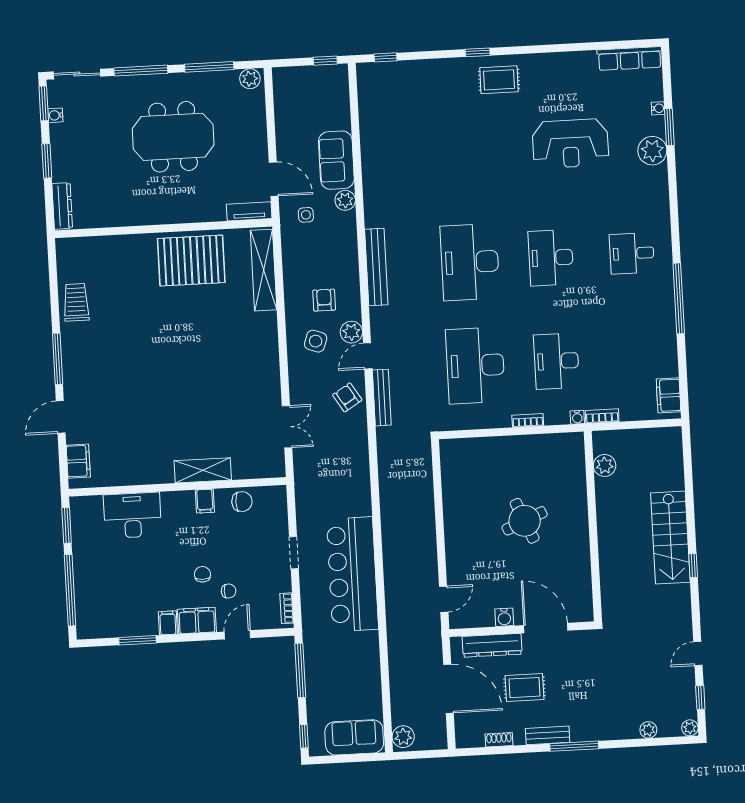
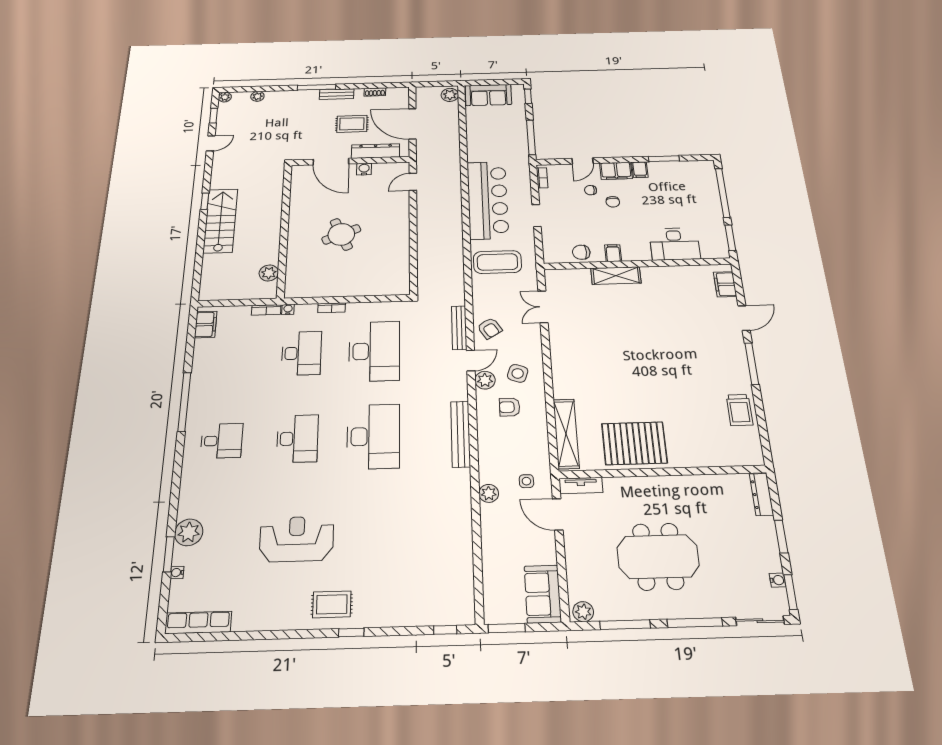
window: (325, 61) -> (507, 628), width x1.50
reception desk: (570, 144) -> (297, 539), moved
sofa: (336, 160) -> (543, 594), moved, turned 180
armchair: (324, 300) -> (510, 407), turned 90
coffee table: (340, 486) -> (497, 262), added

